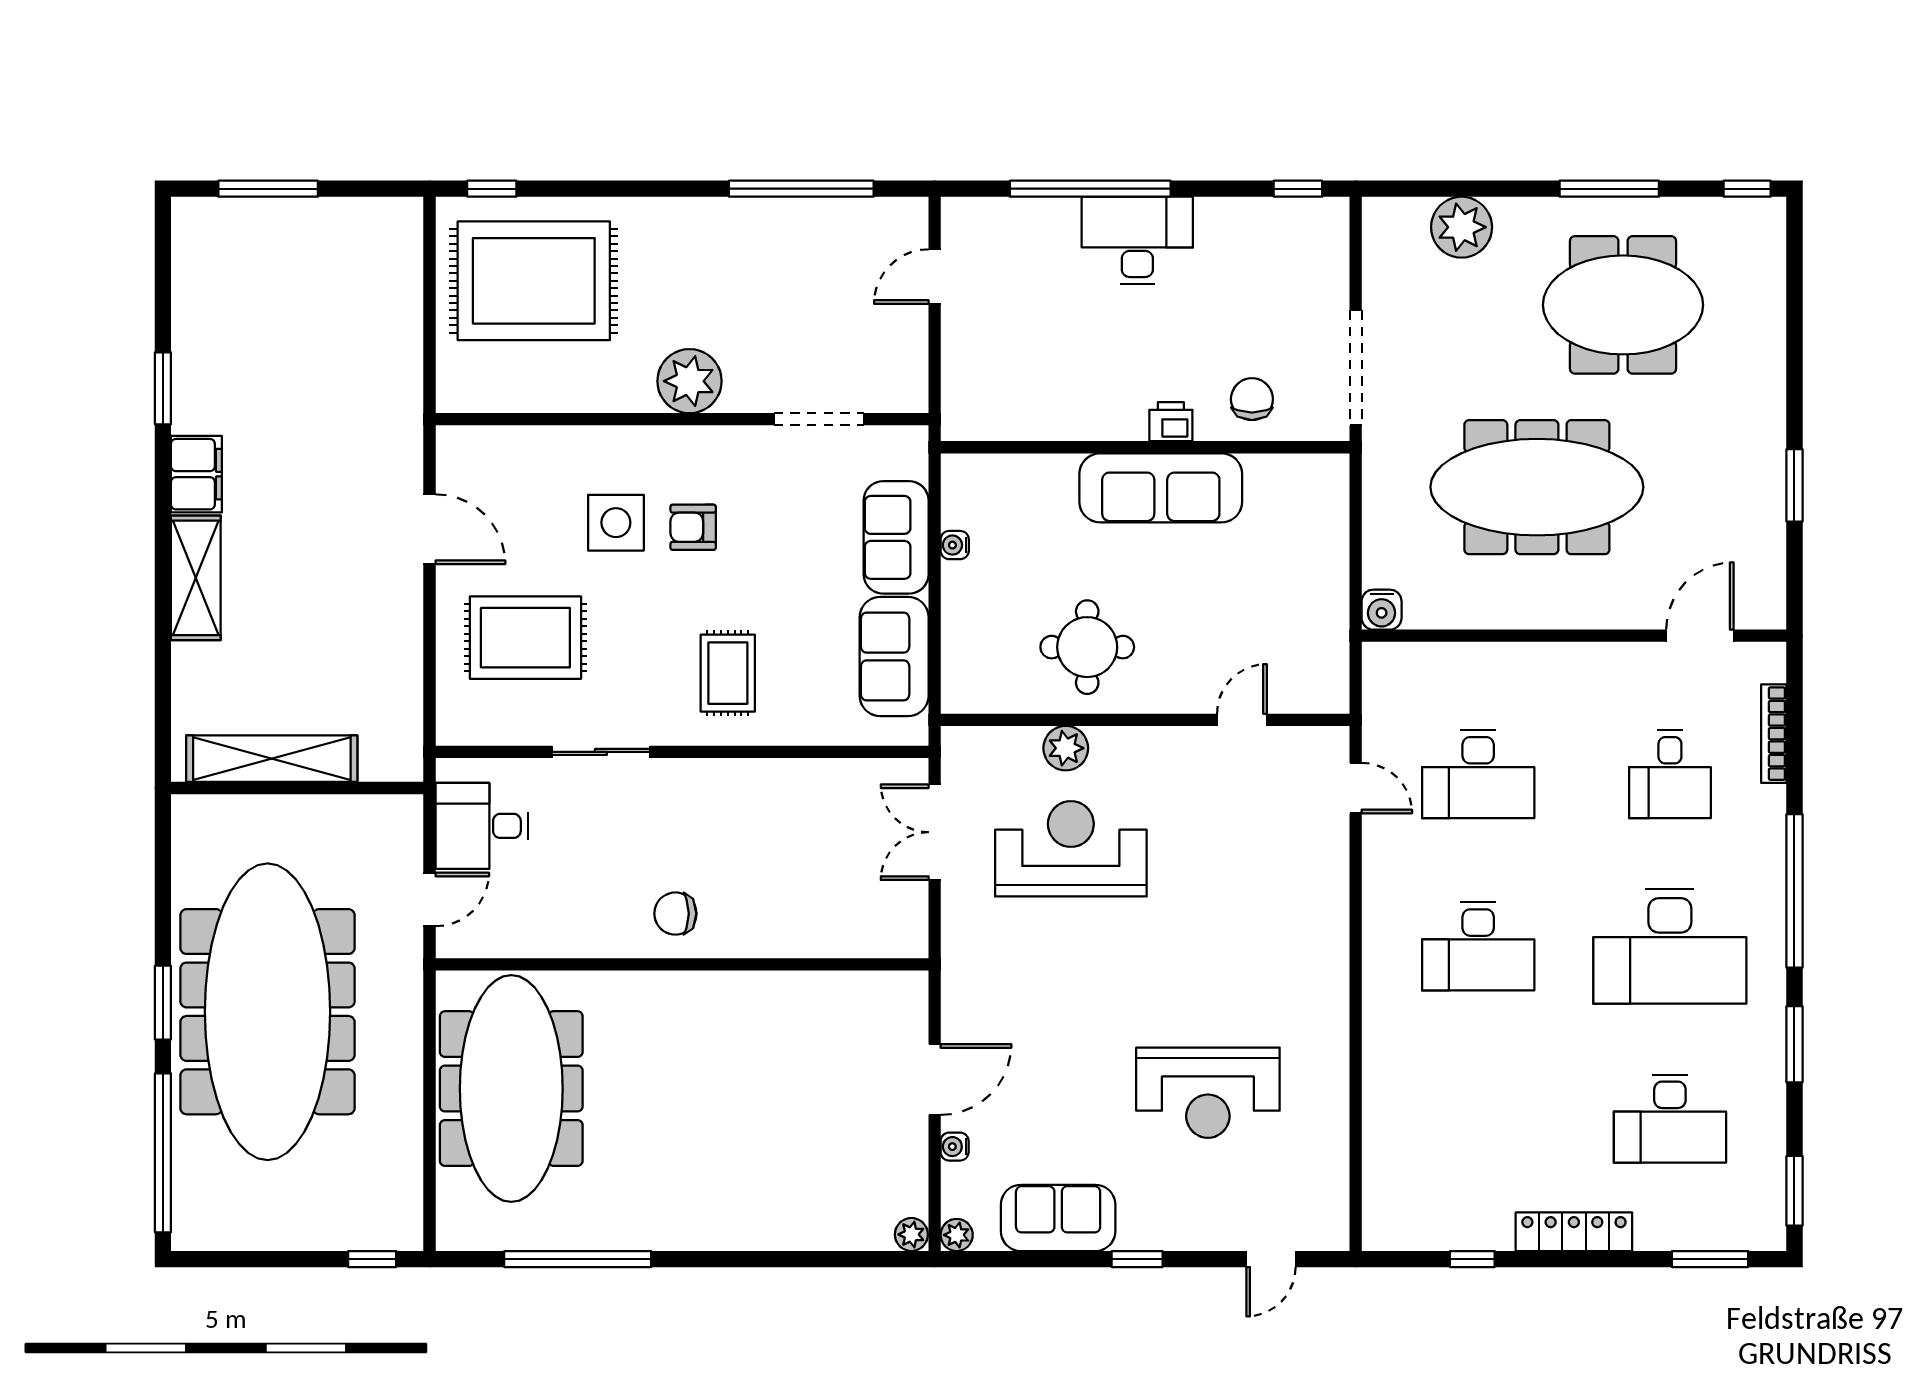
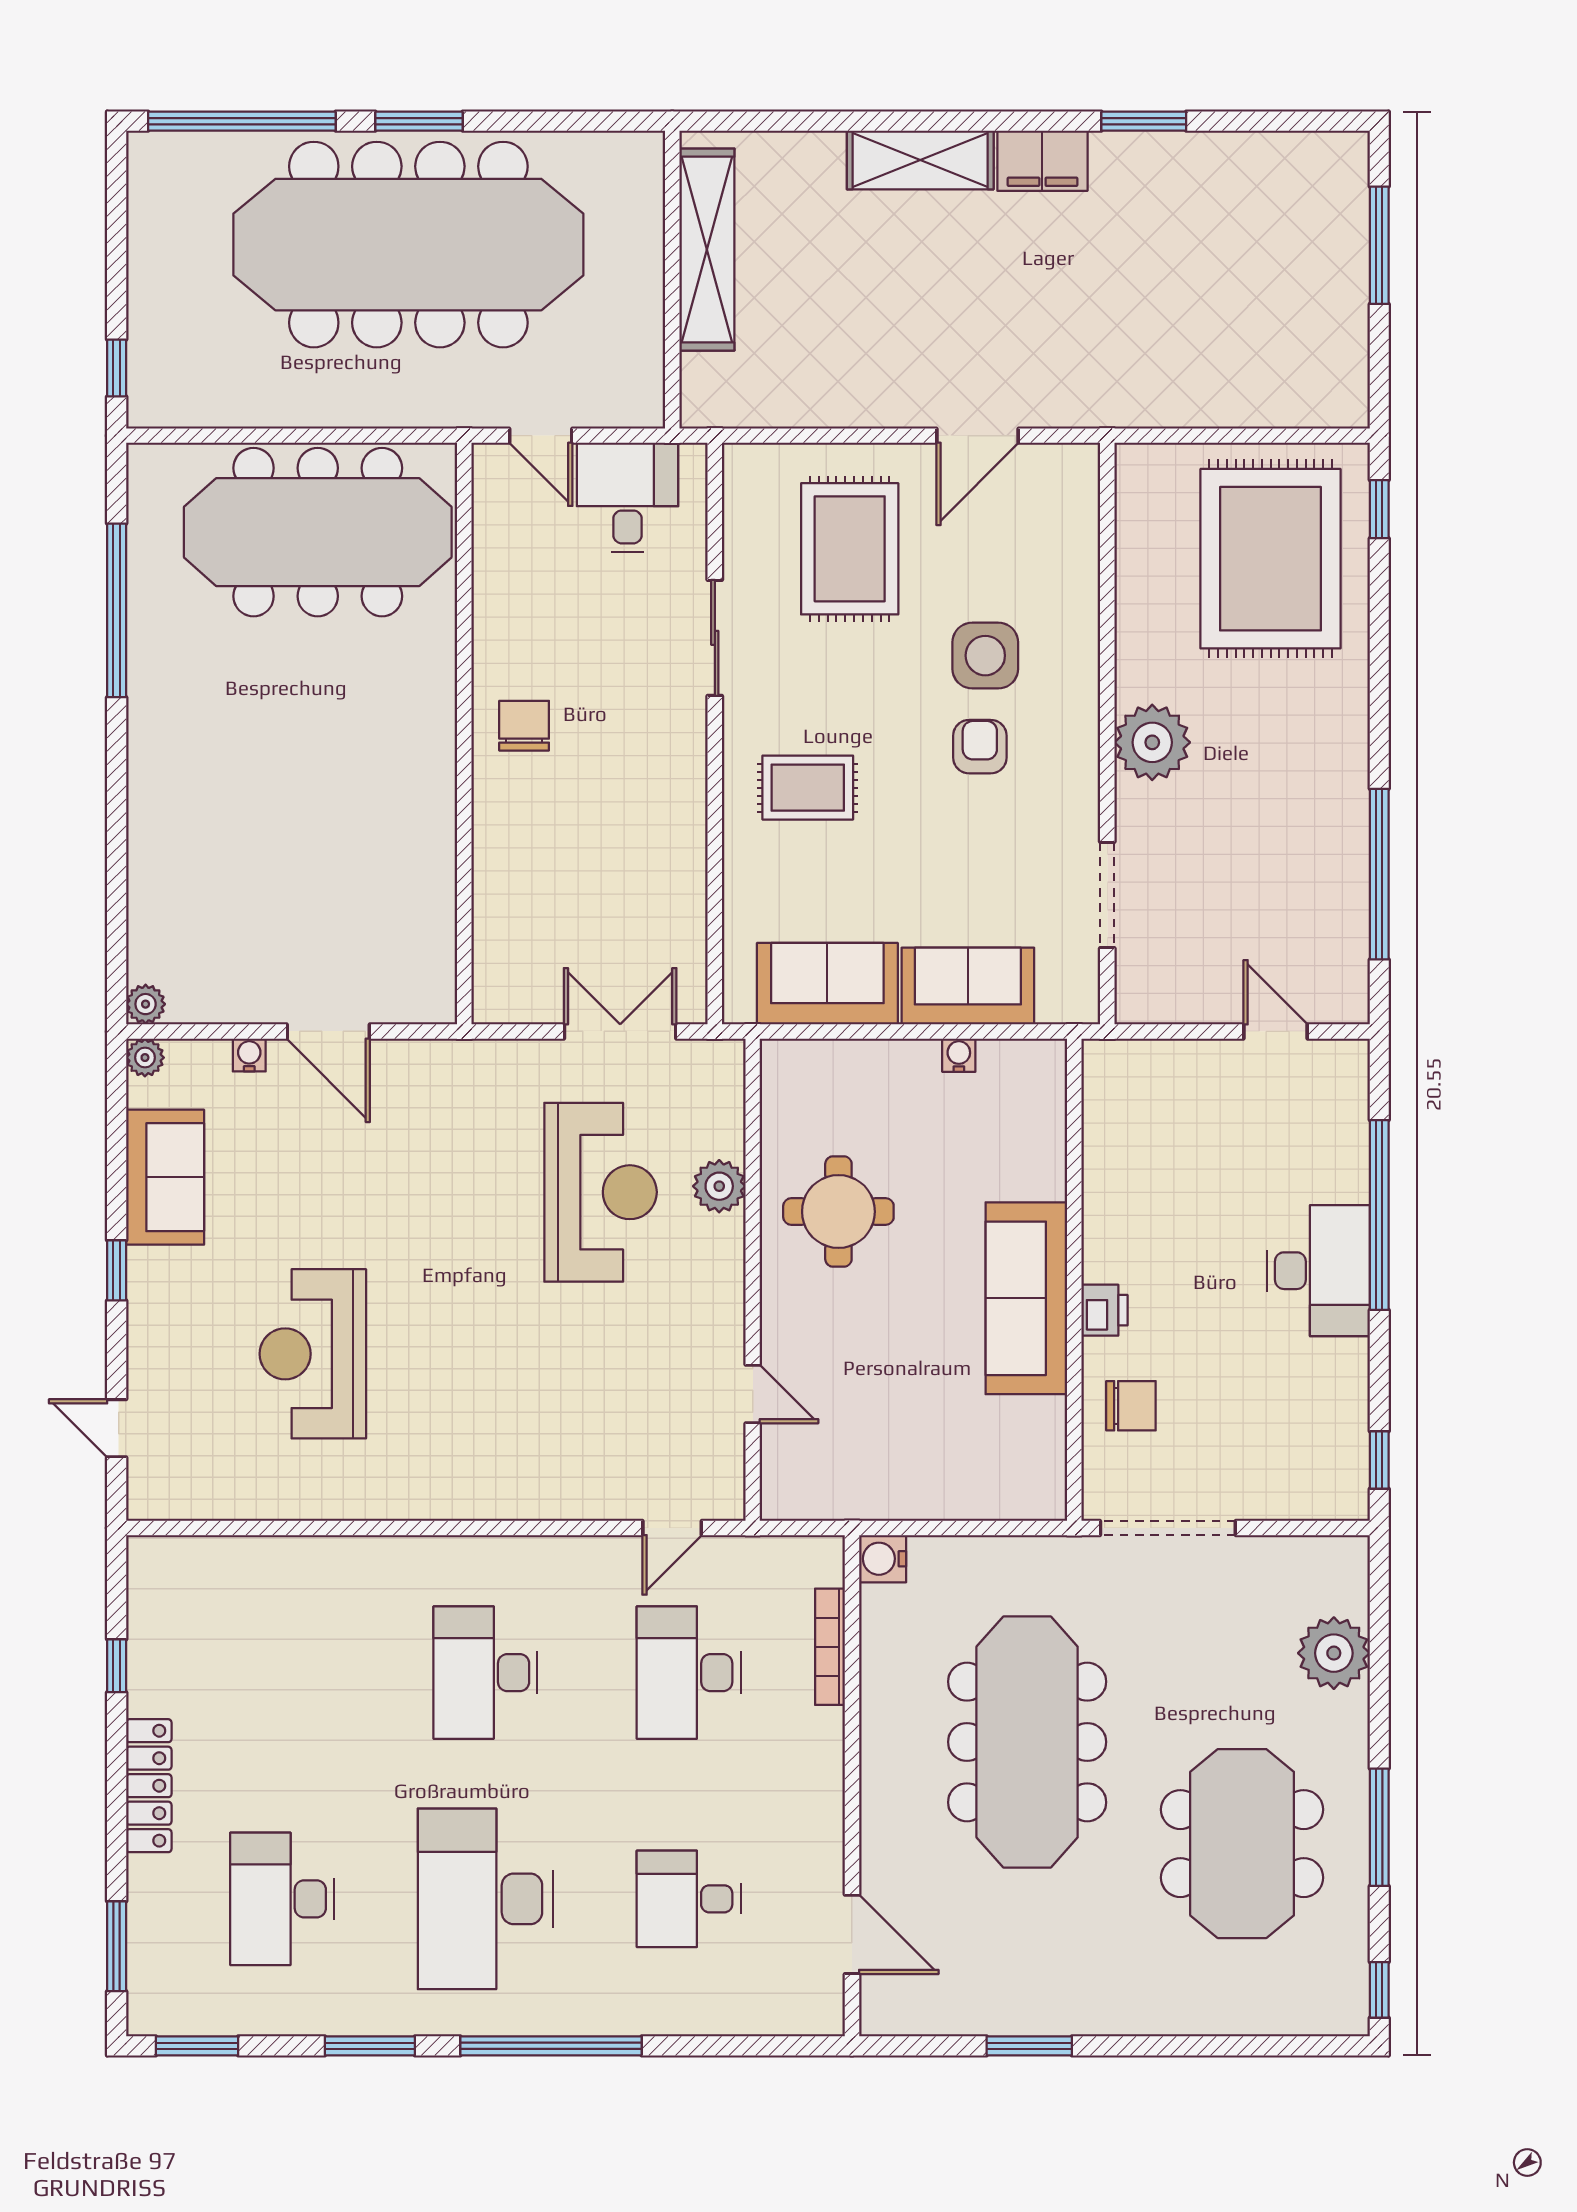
bookcase: (1774, 734) -> (830, 1647), moved, turned -90

